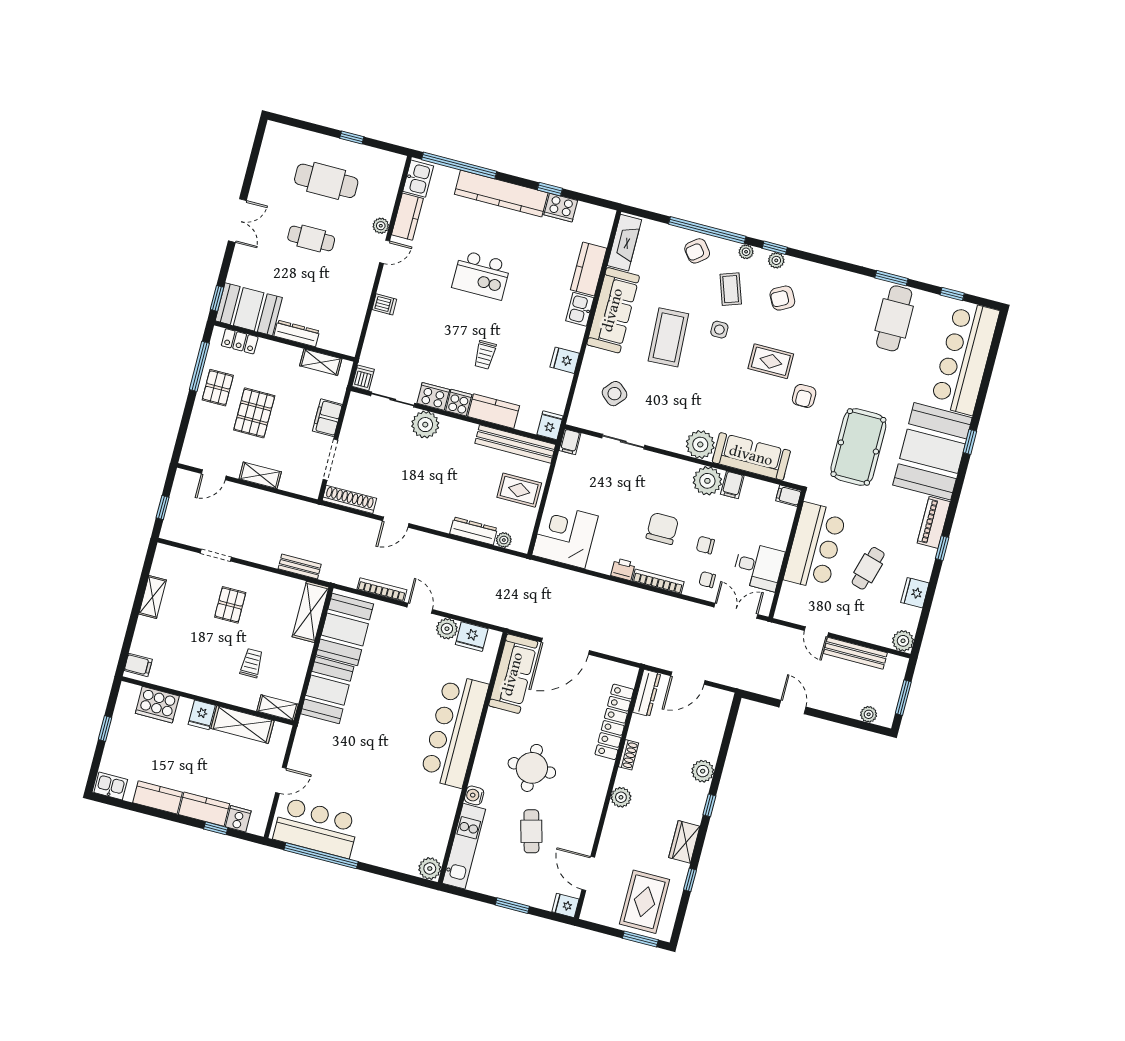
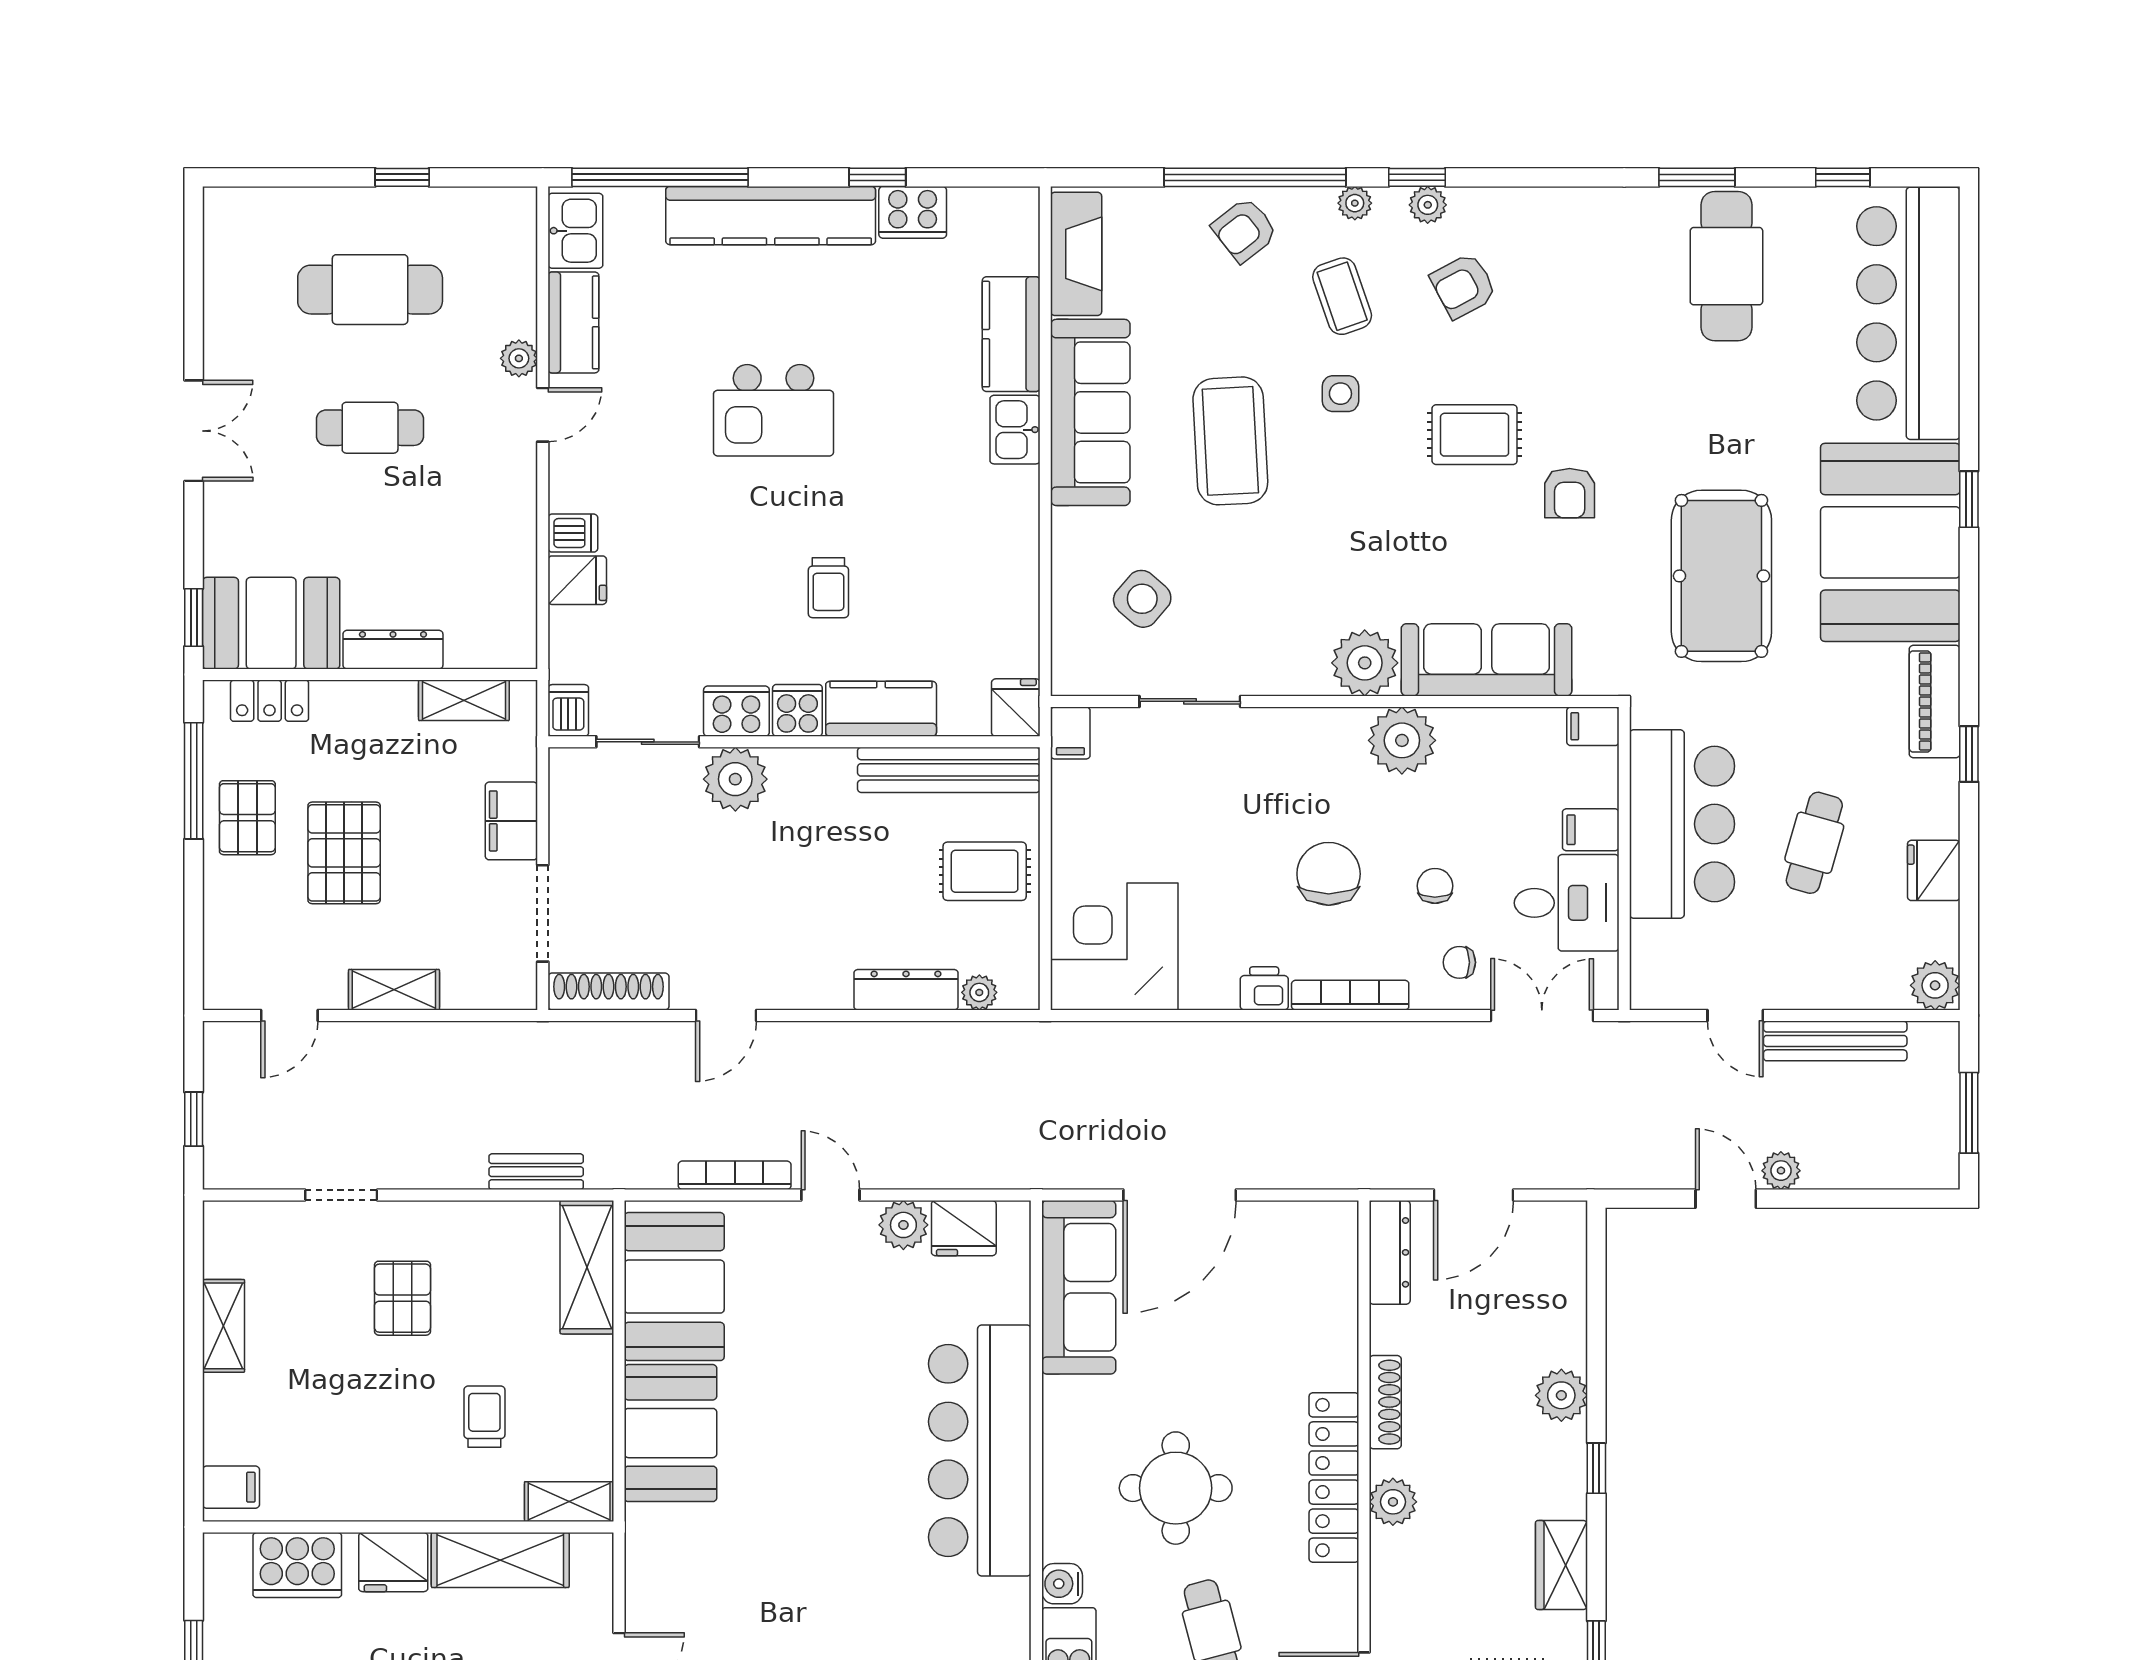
fridge: (565, 360) -> (577, 580), moved, turned 180
filing cabinet: (732, 485) -> (1591, 830), moved, turned 90
chair: (705, 545) -> (1435, 886), turned 90
plant: (869, 714) -> (1781, 1171), moved
fridge: (202, 715) -> (393, 1562), width x1.38
locker: (614, 722) -> (1334, 1478), moved
shoe rack: (629, 755) -> (1385, 1402), width x1.43

